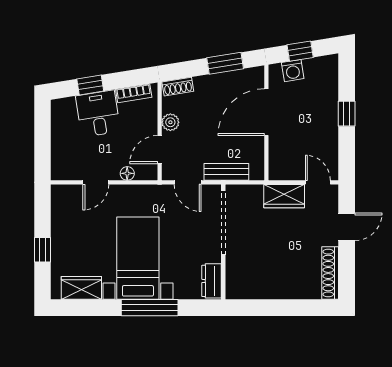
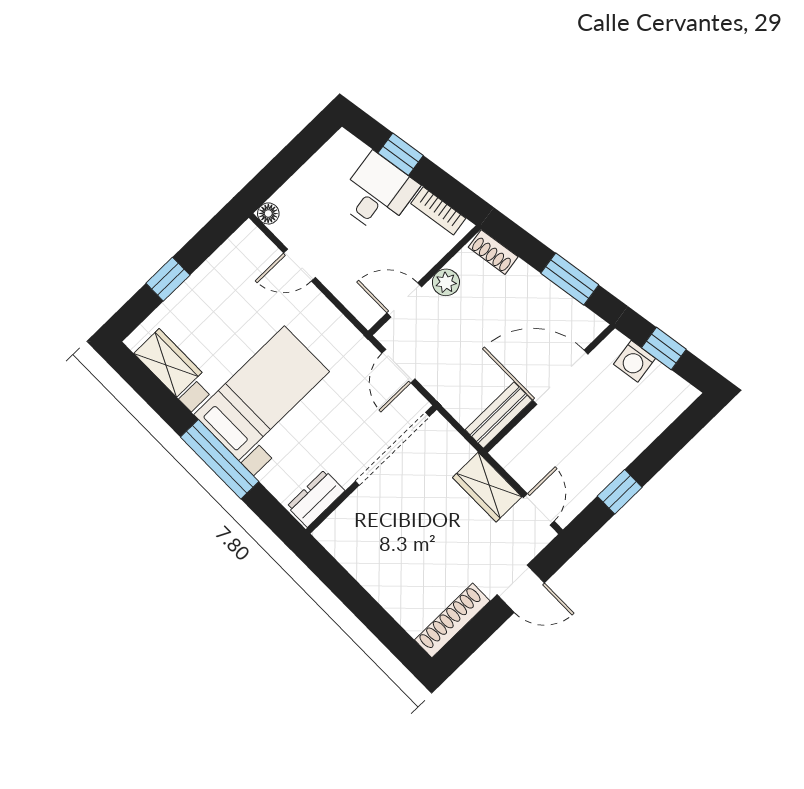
window: (347, 114) -> (620, 492), moved
bench: (226, 172) -> (499, 415), moved, turned 90
floor lamp: (127, 173) -> (268, 213), moved

